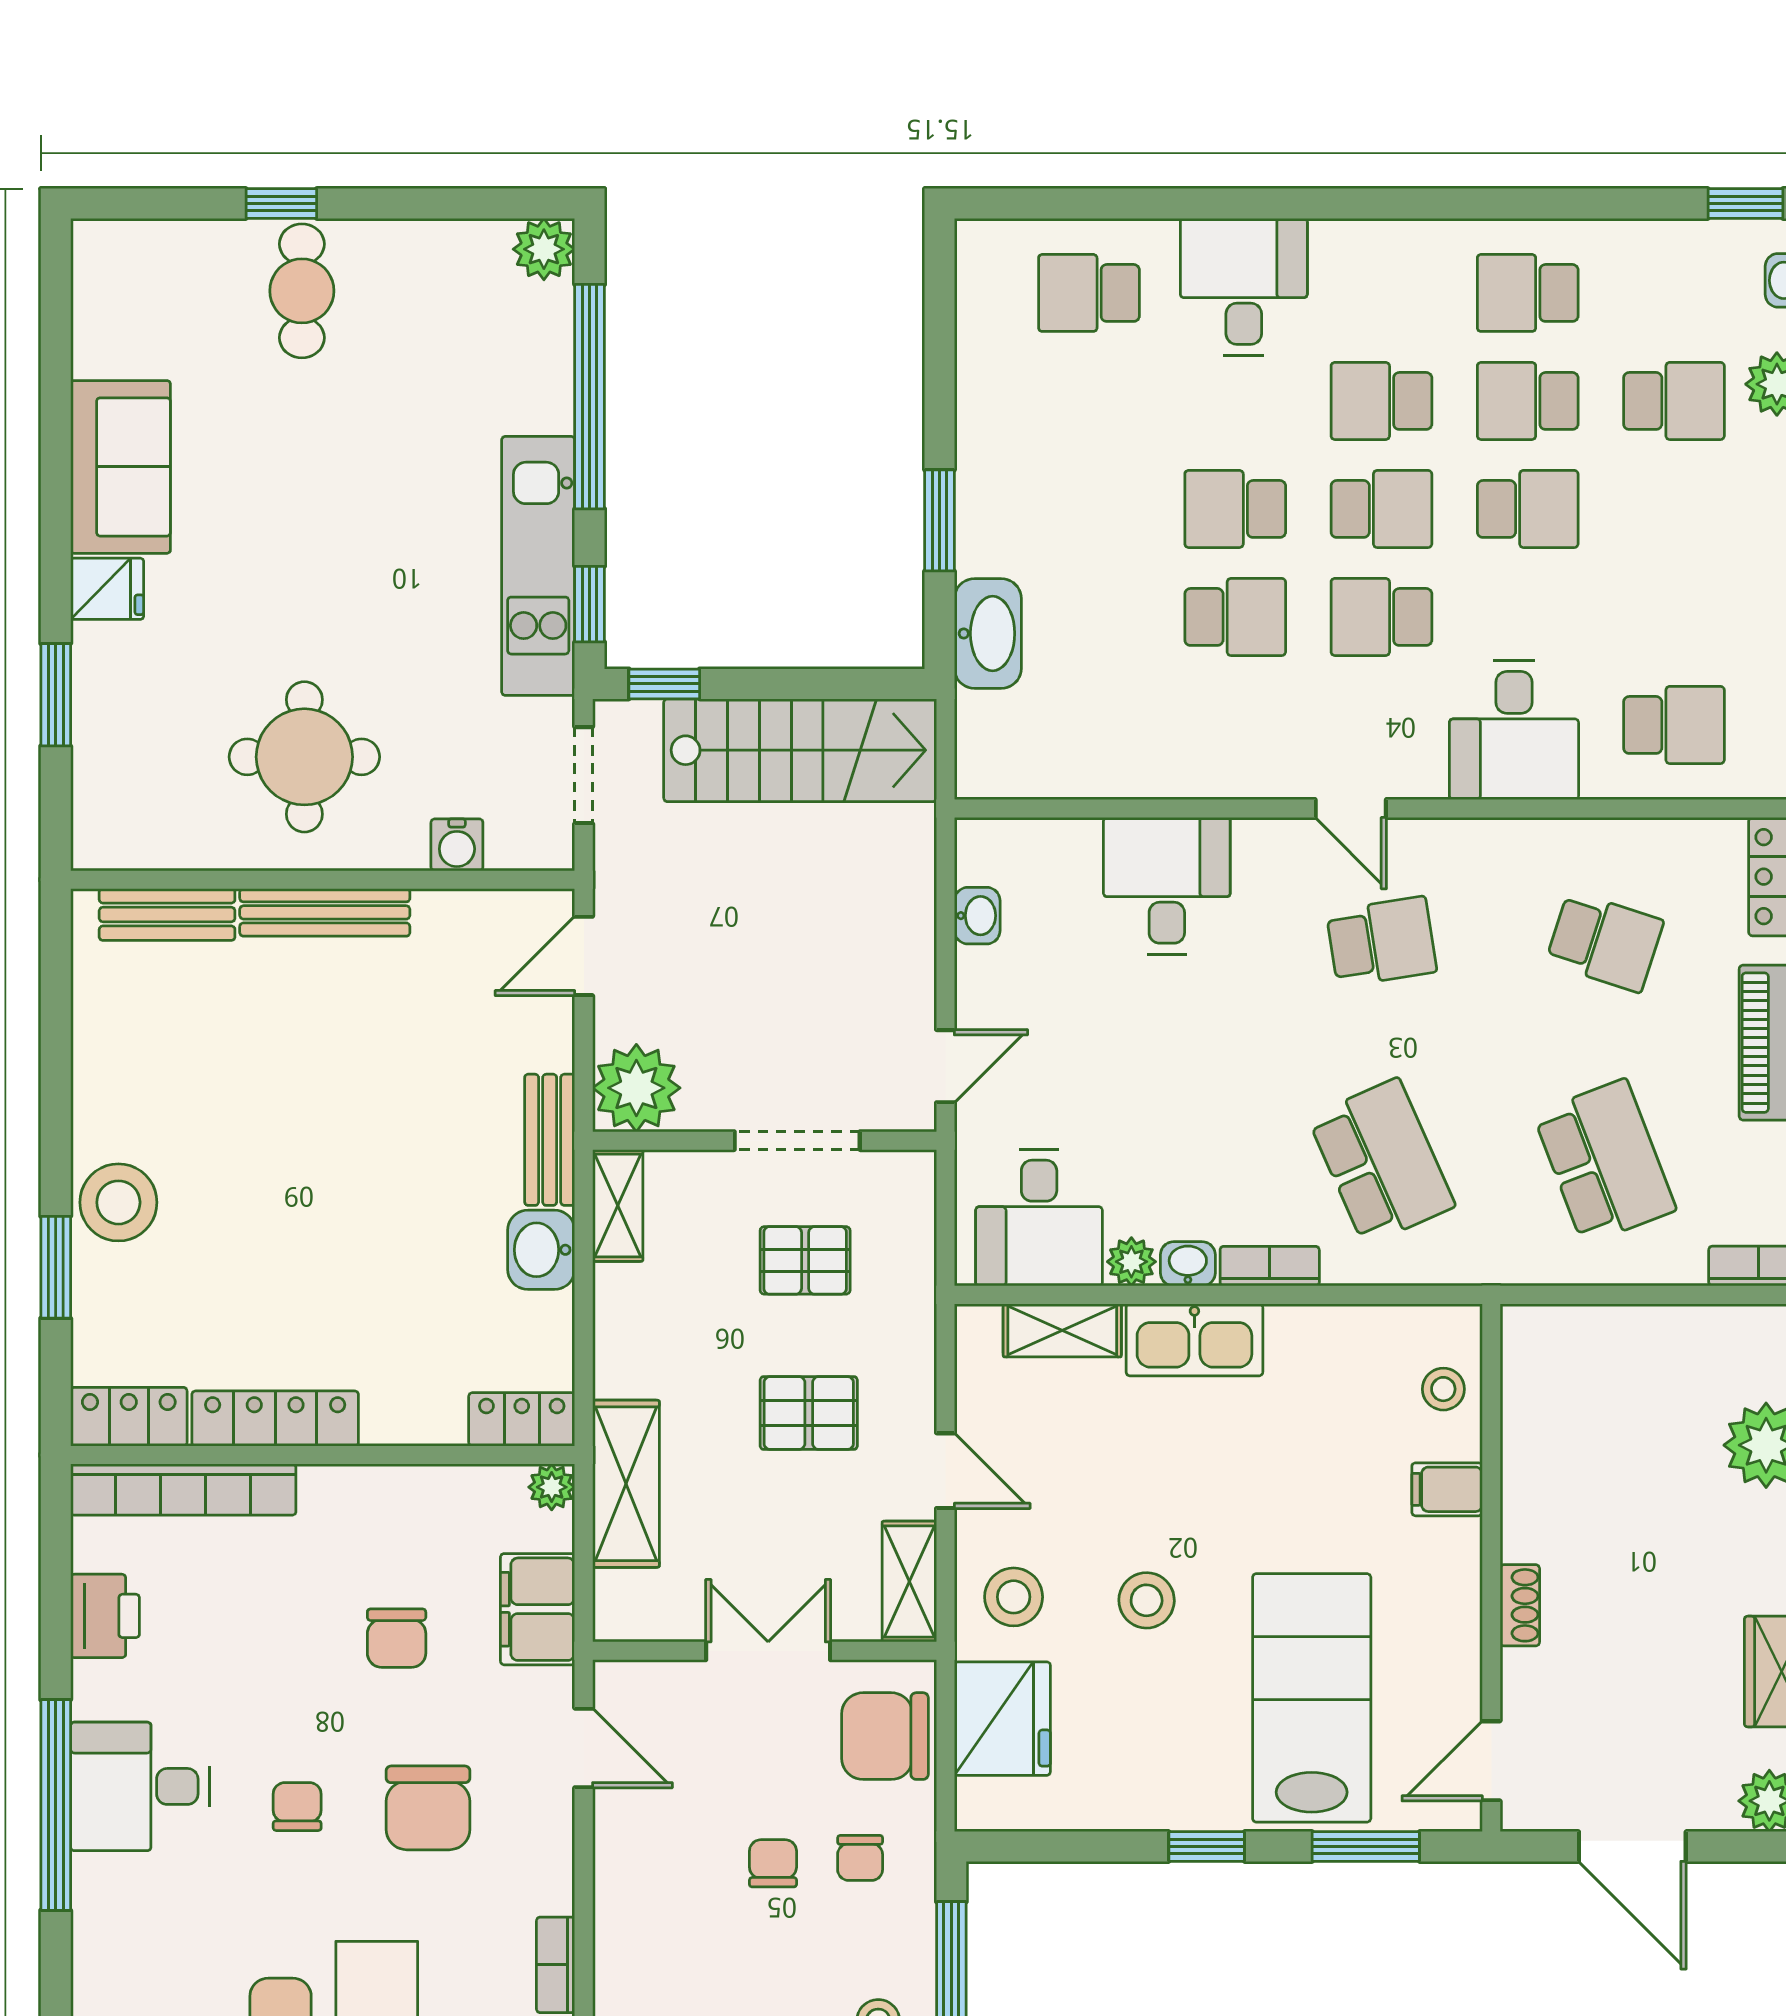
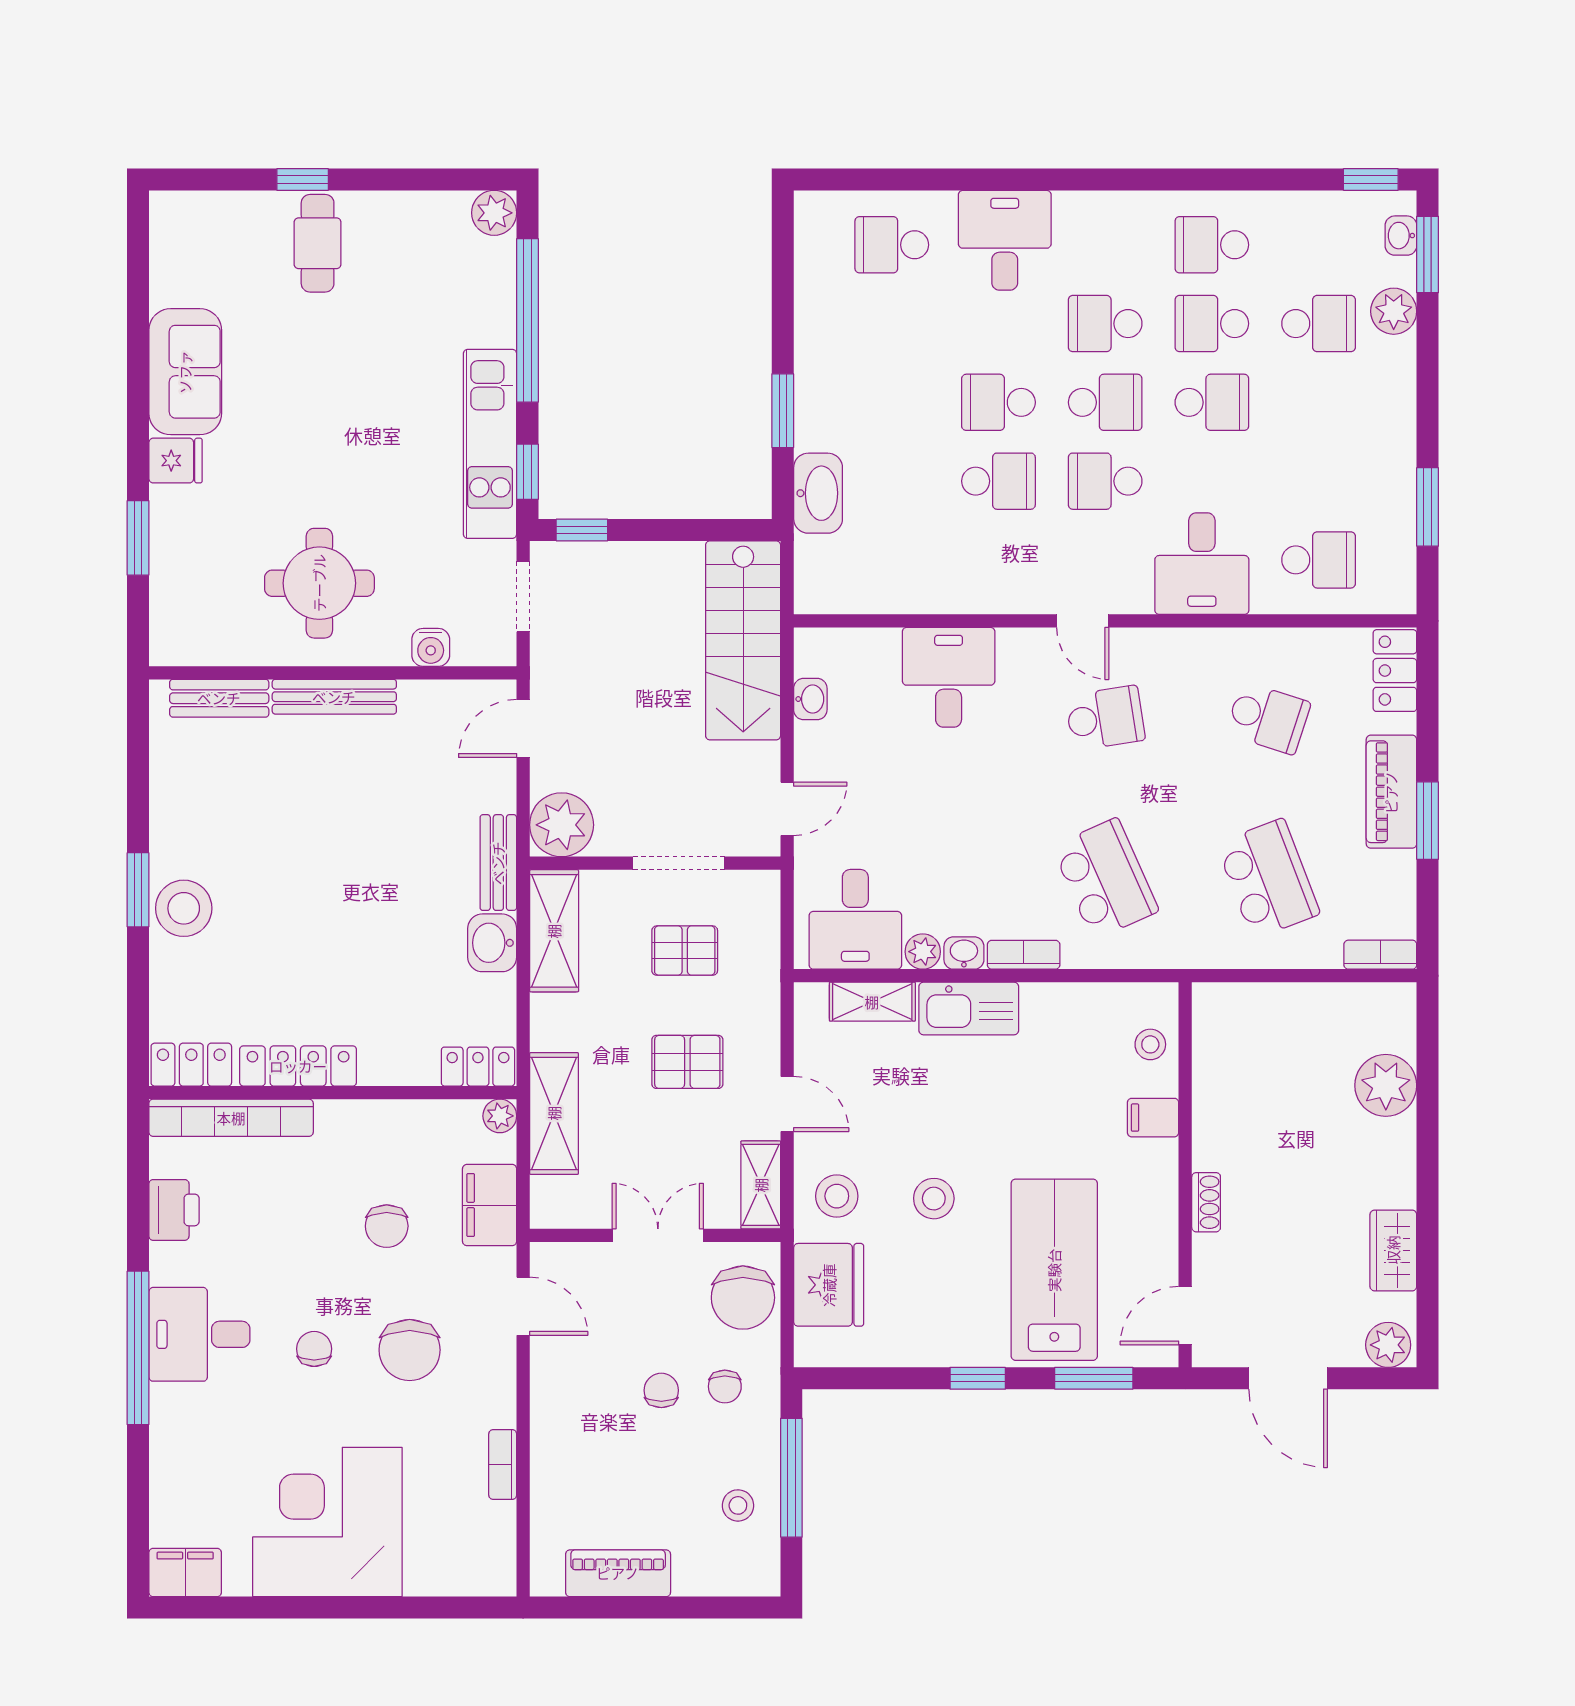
stairs: (800, 750) -> (743, 640), moved, turned 90
shelving: (618, 1205) -> (554, 931), width x1.50, depth x1.33
window: (56, 1267) -> (138, 890), moved
chair: (885, 1736) -> (743, 1298), turned -90

